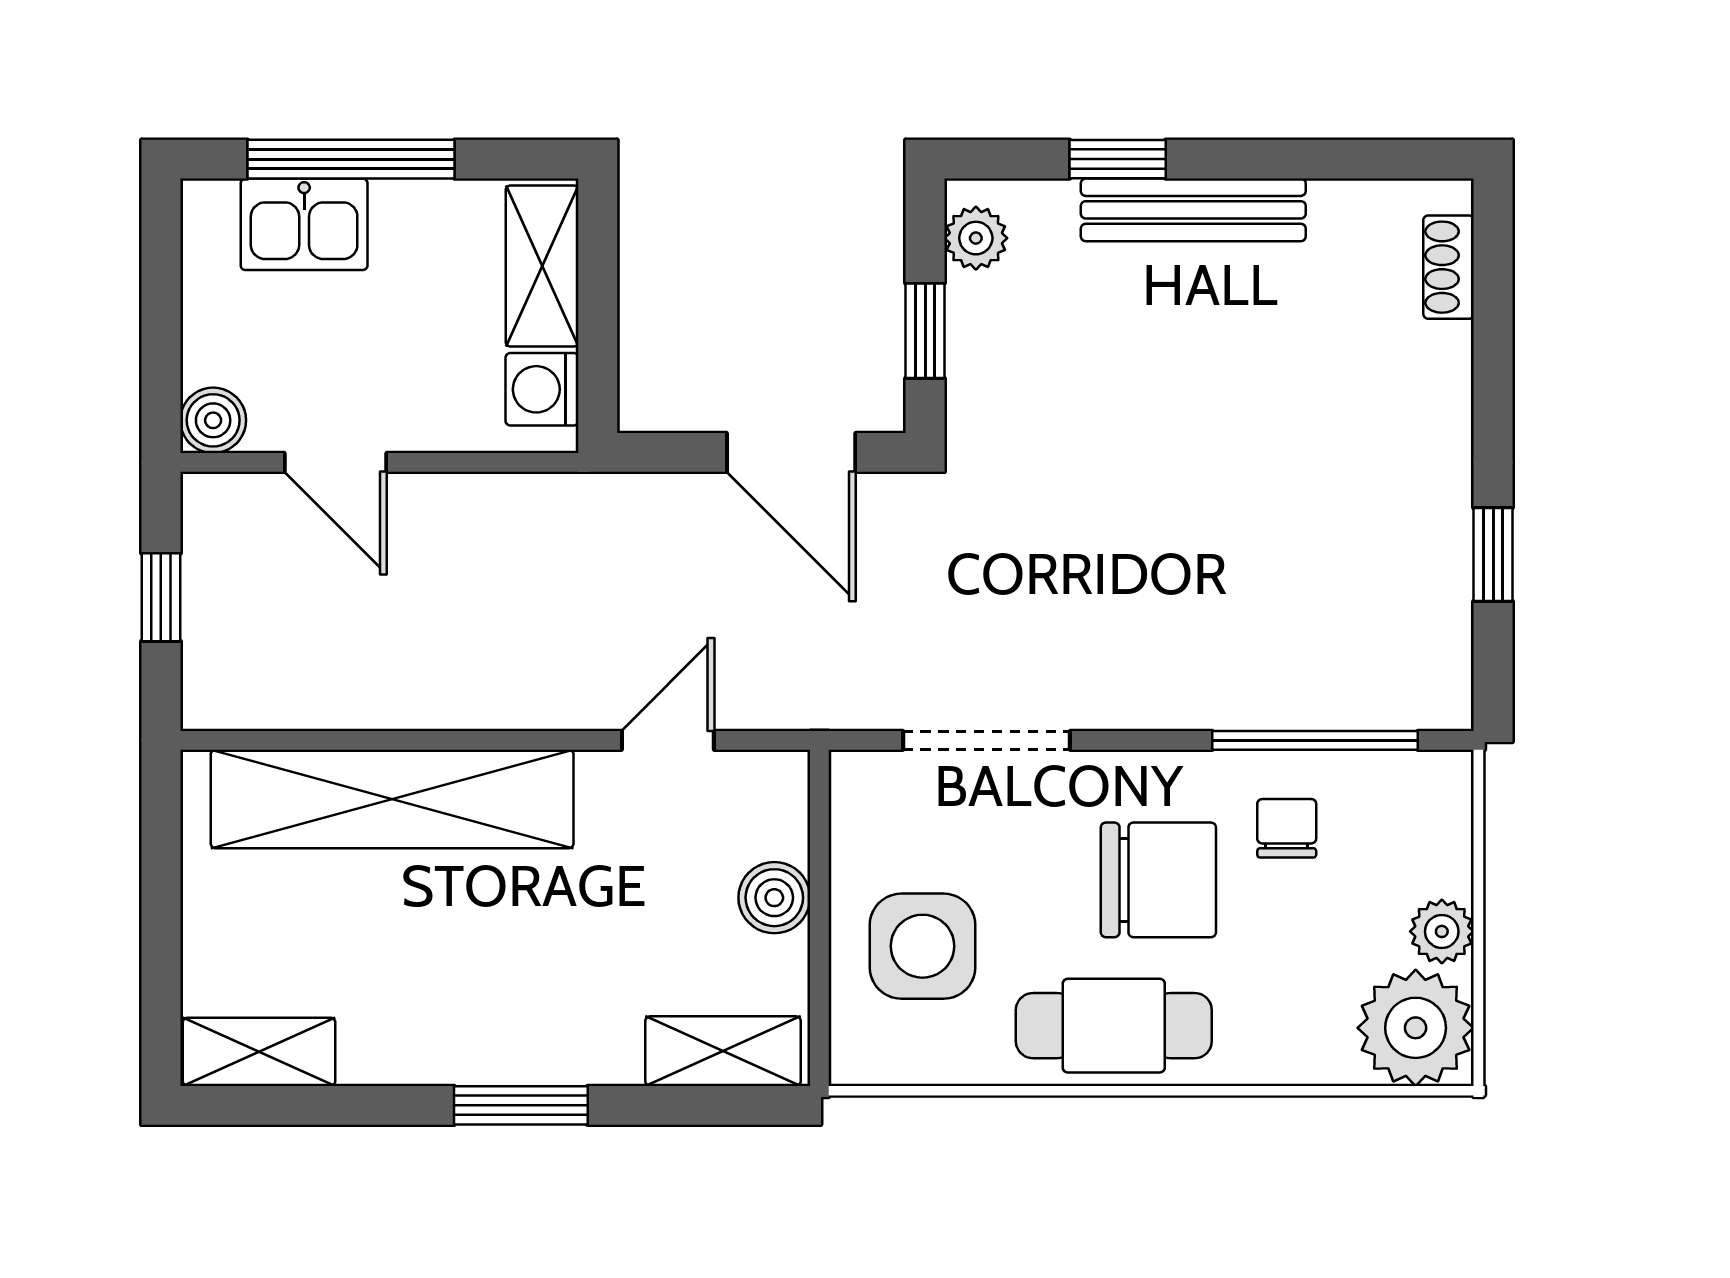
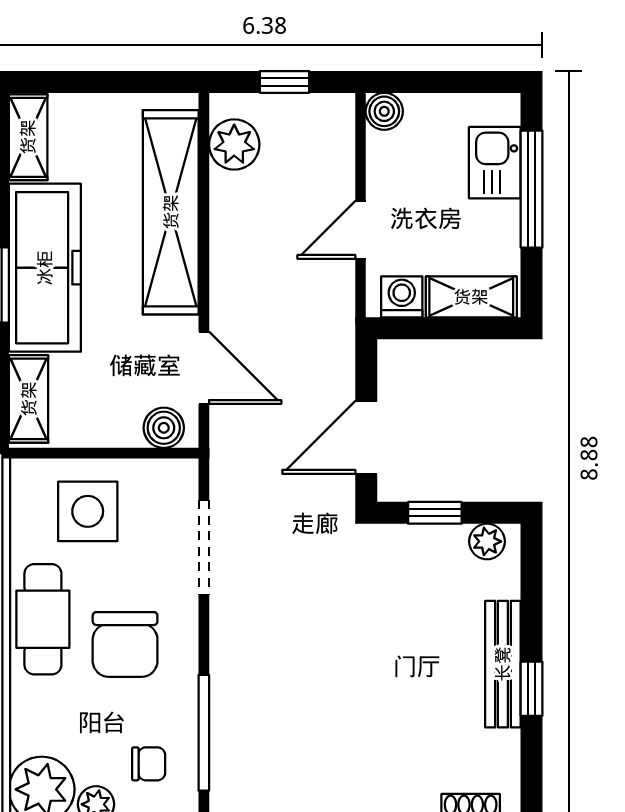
window: (1118, 159) -> (532, 689), moved
door: (335, 462) -> (361, 230), moved
plant: (272, 686) -> (234, 145), added
door: (668, 740) -> (204, 368), width x1.38
chair: (1287, 828) -> (149, 764), moved
boiler: (774, 898) -> (164, 428), moved
freezer: (490, 1022) -> (45, 268), added

